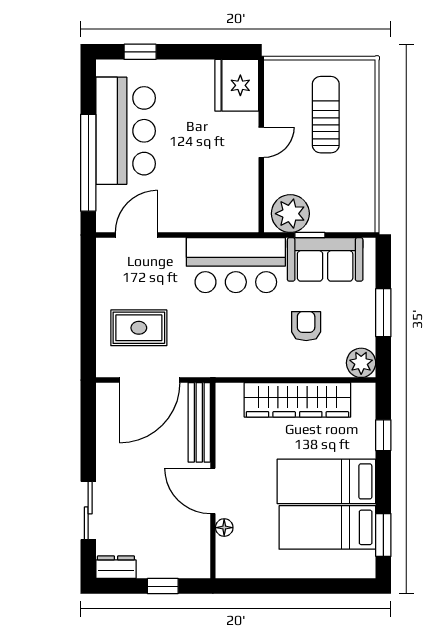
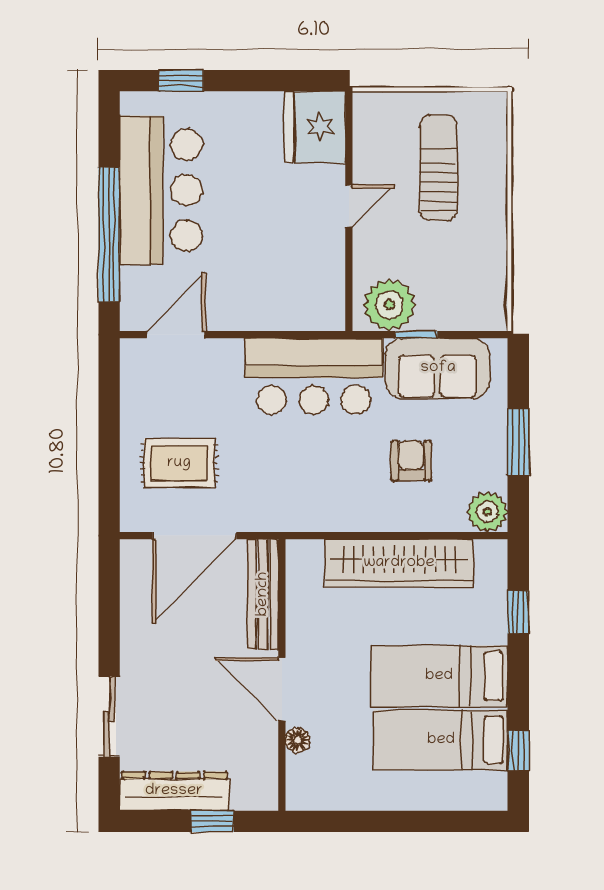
window: (383, 535) -> (518, 750), width x0.67
dresser: (116, 567) -> (174, 791), width x1.96, depth x1.24

